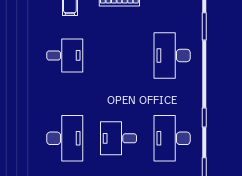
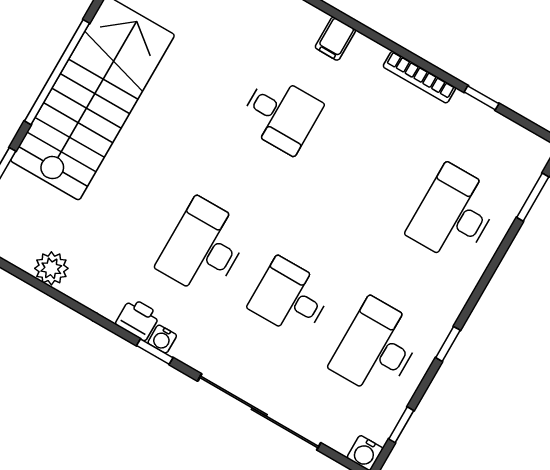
desk: (65, 138) -> (204, 248), turned 180

